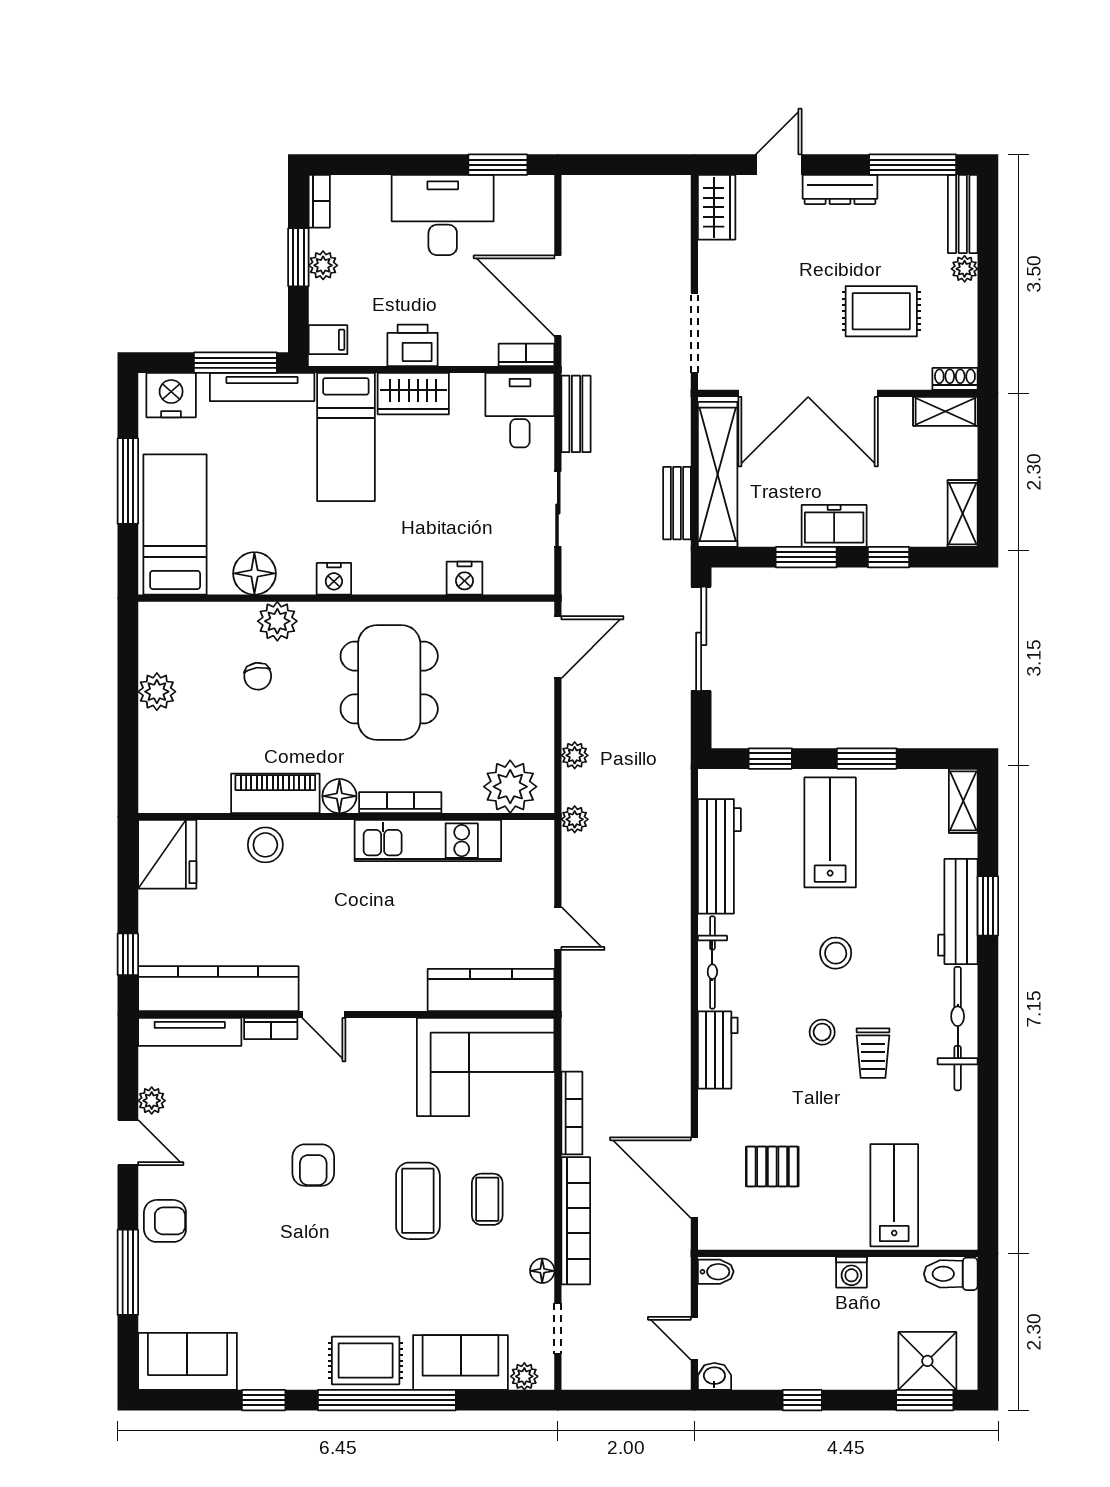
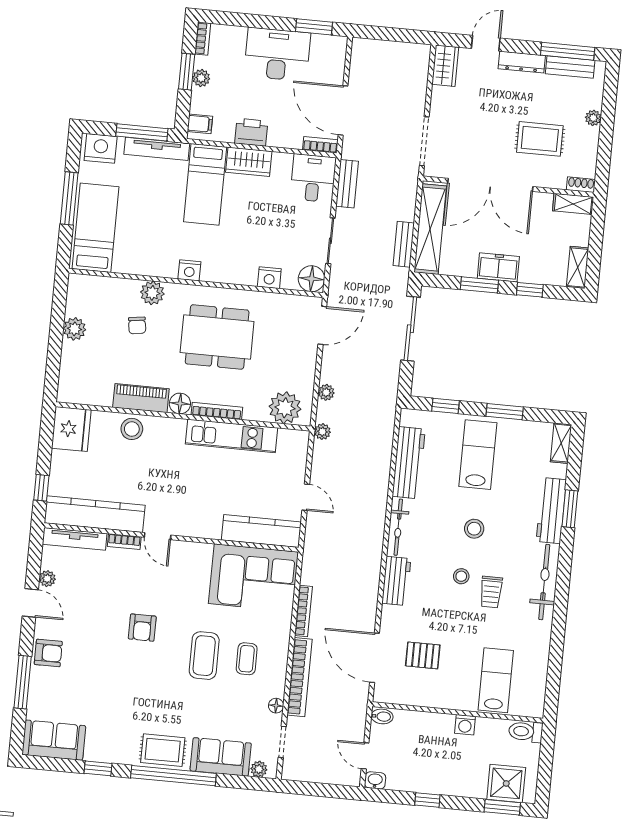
bench: (963, 214) -> (570, 67), moved, turned 90
floor lamp: (254, 573) -> (312, 279), moved
dining table: (389, 682) -> (217, 337), turned 90

